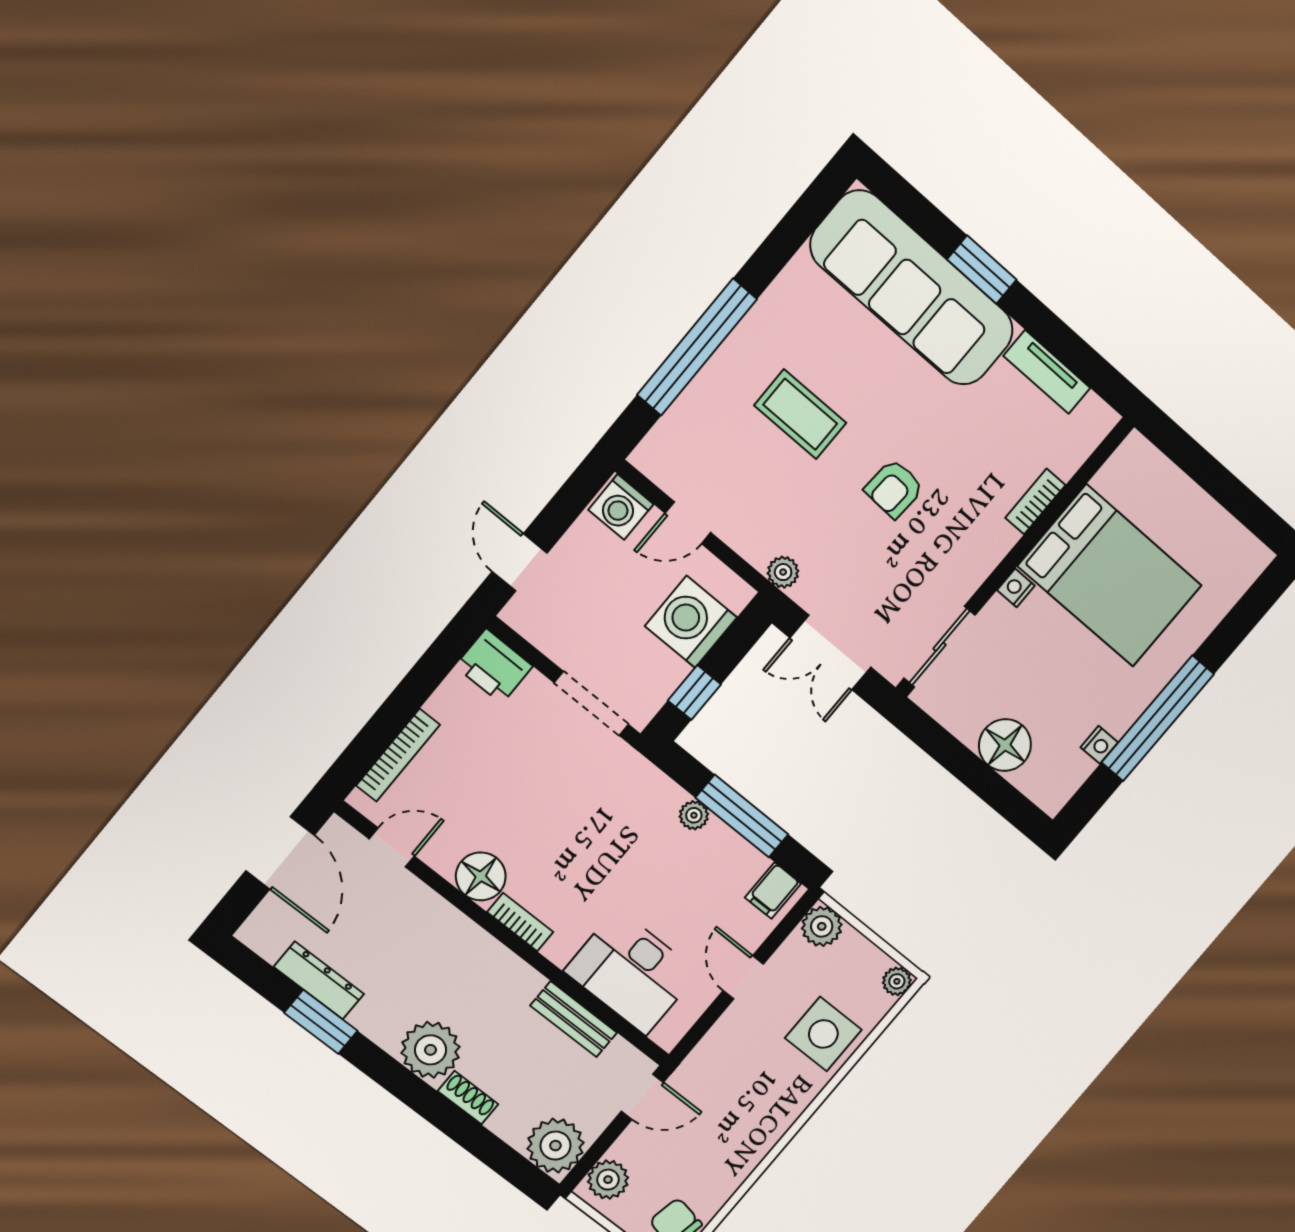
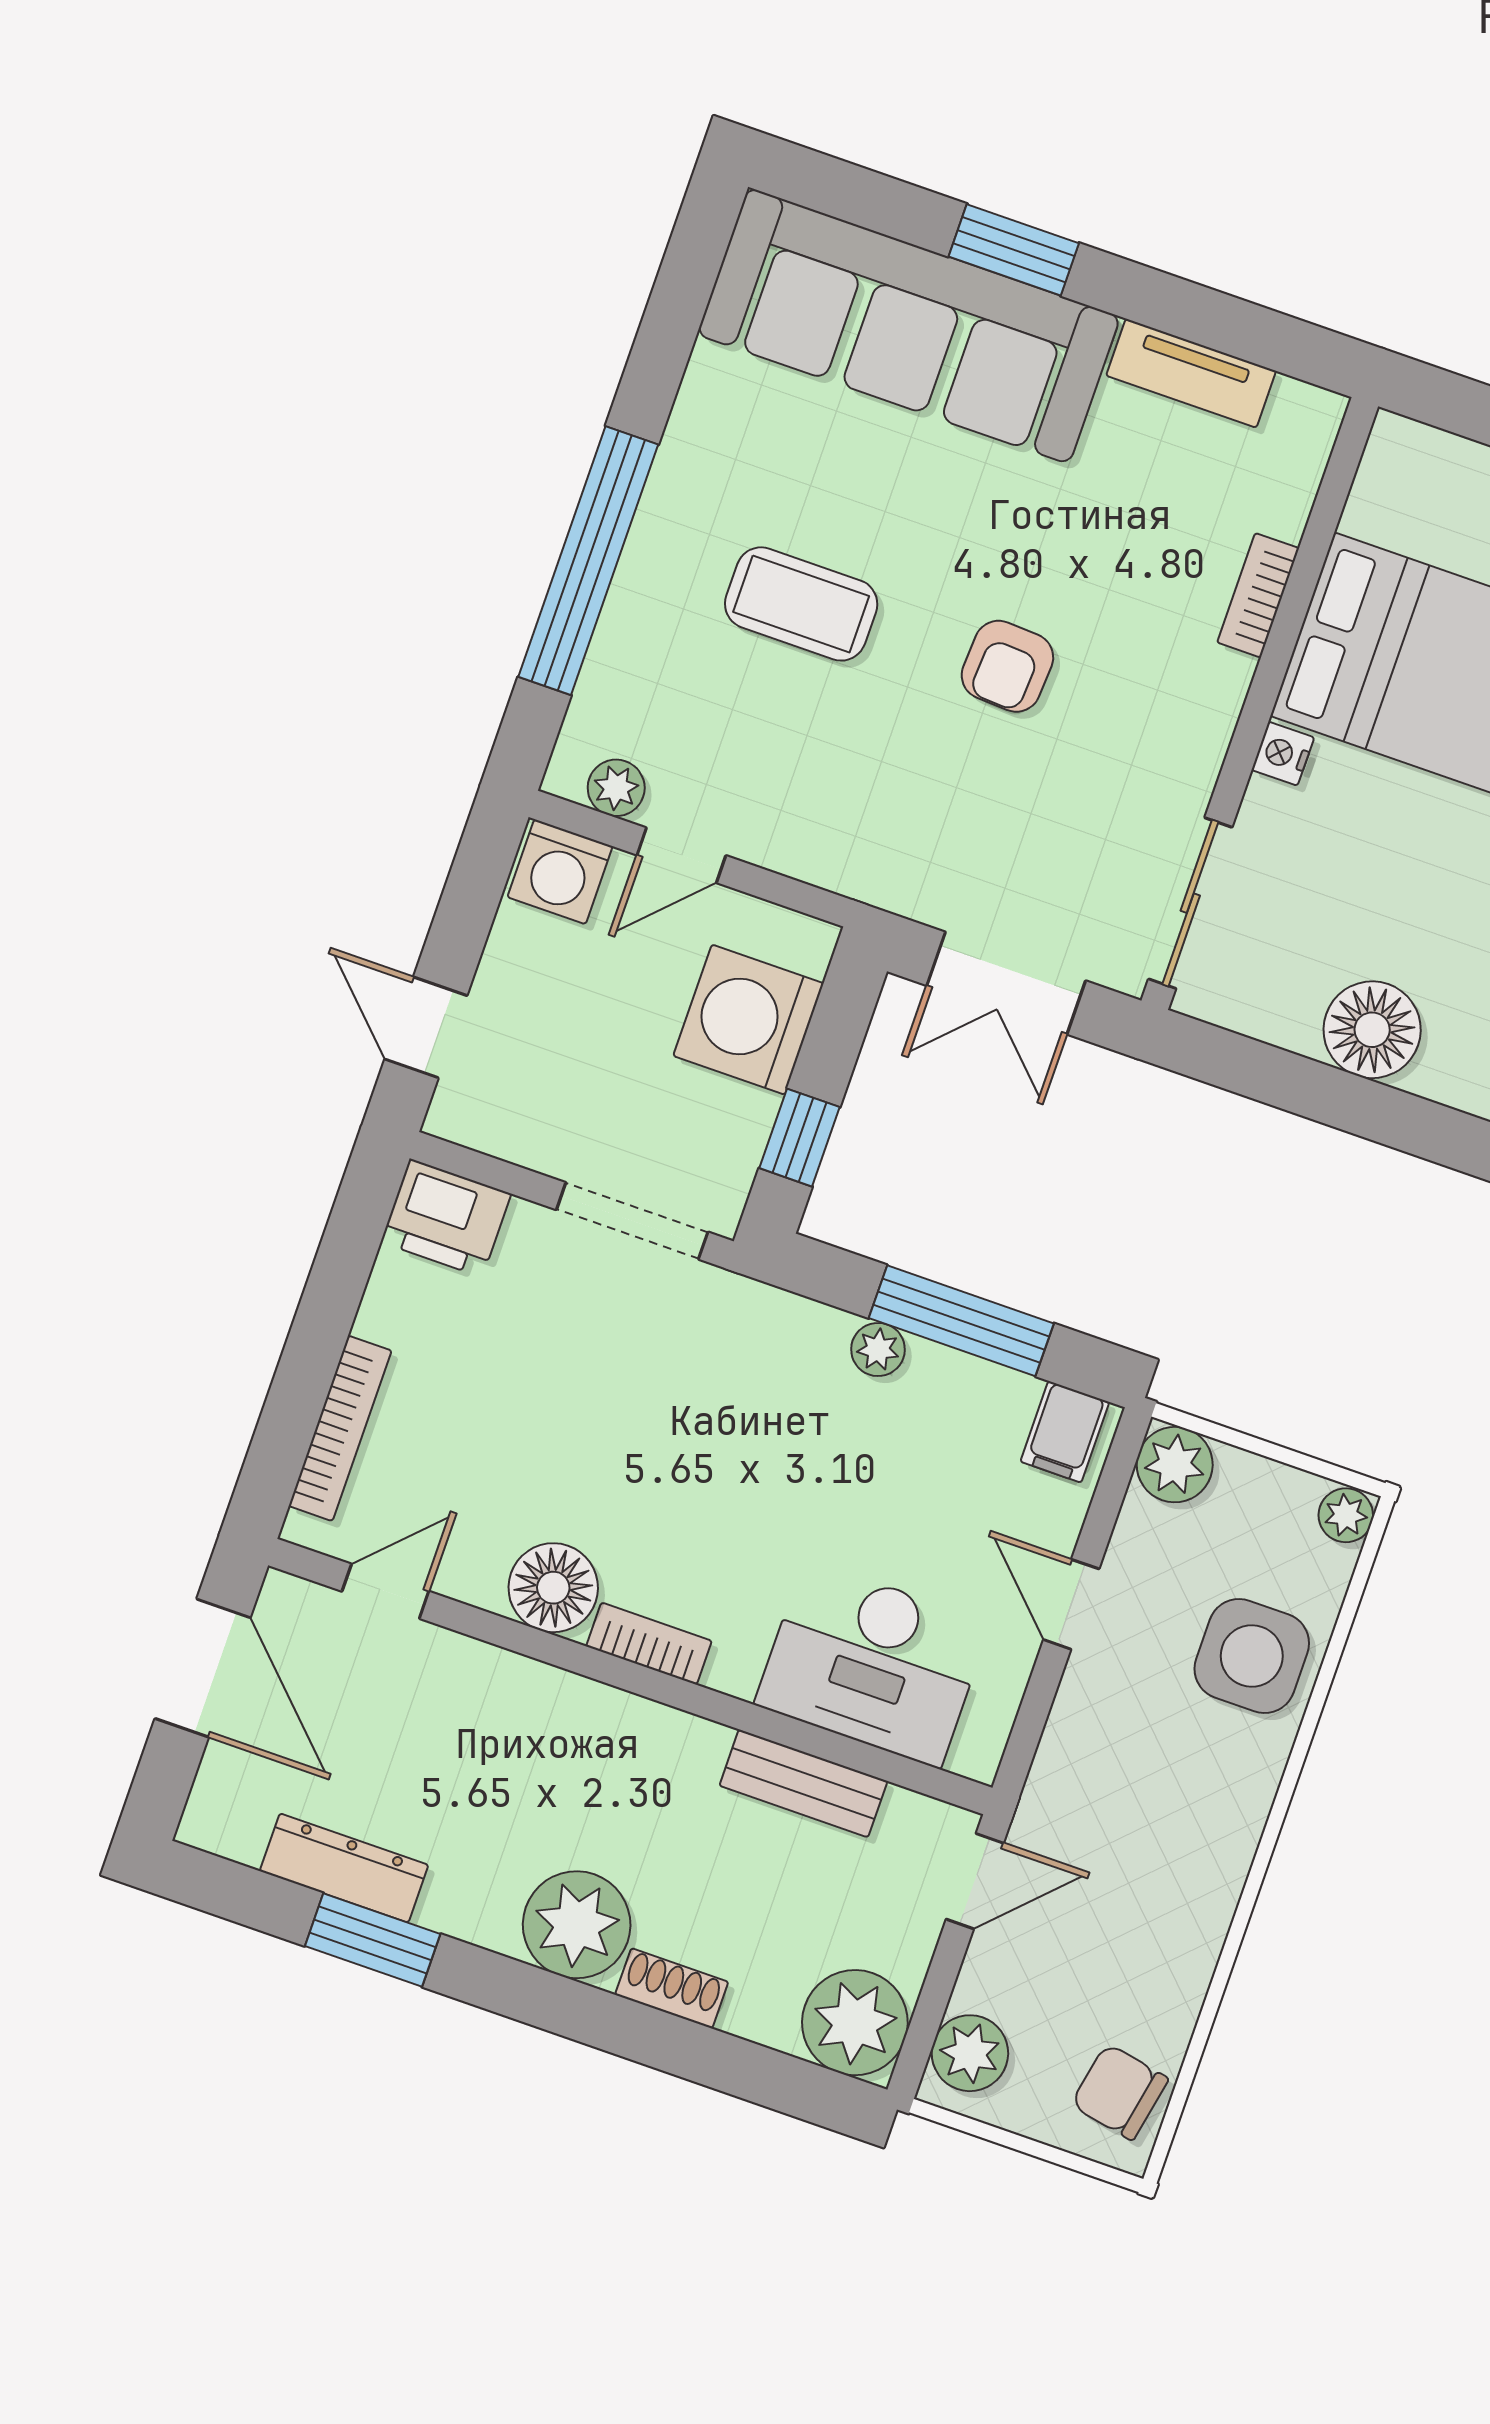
plant: (783, 572) -> (616, 788), moved

